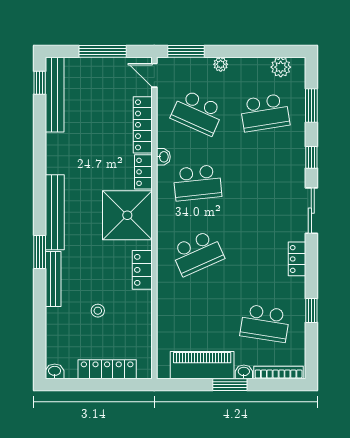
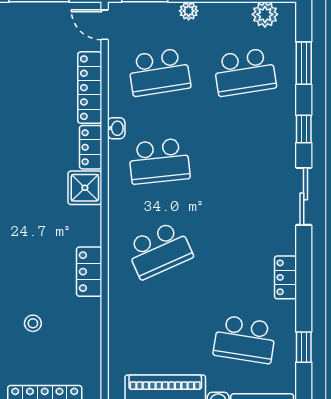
school desk: (197, 113) -> (159, 72), turned -33
shower: (127, 215) -> (85, 188), width x0.54, depth x0.54
locker: (297, 259) -> (286, 277), moved
window: (311, 311) -> (304, 347), moved

